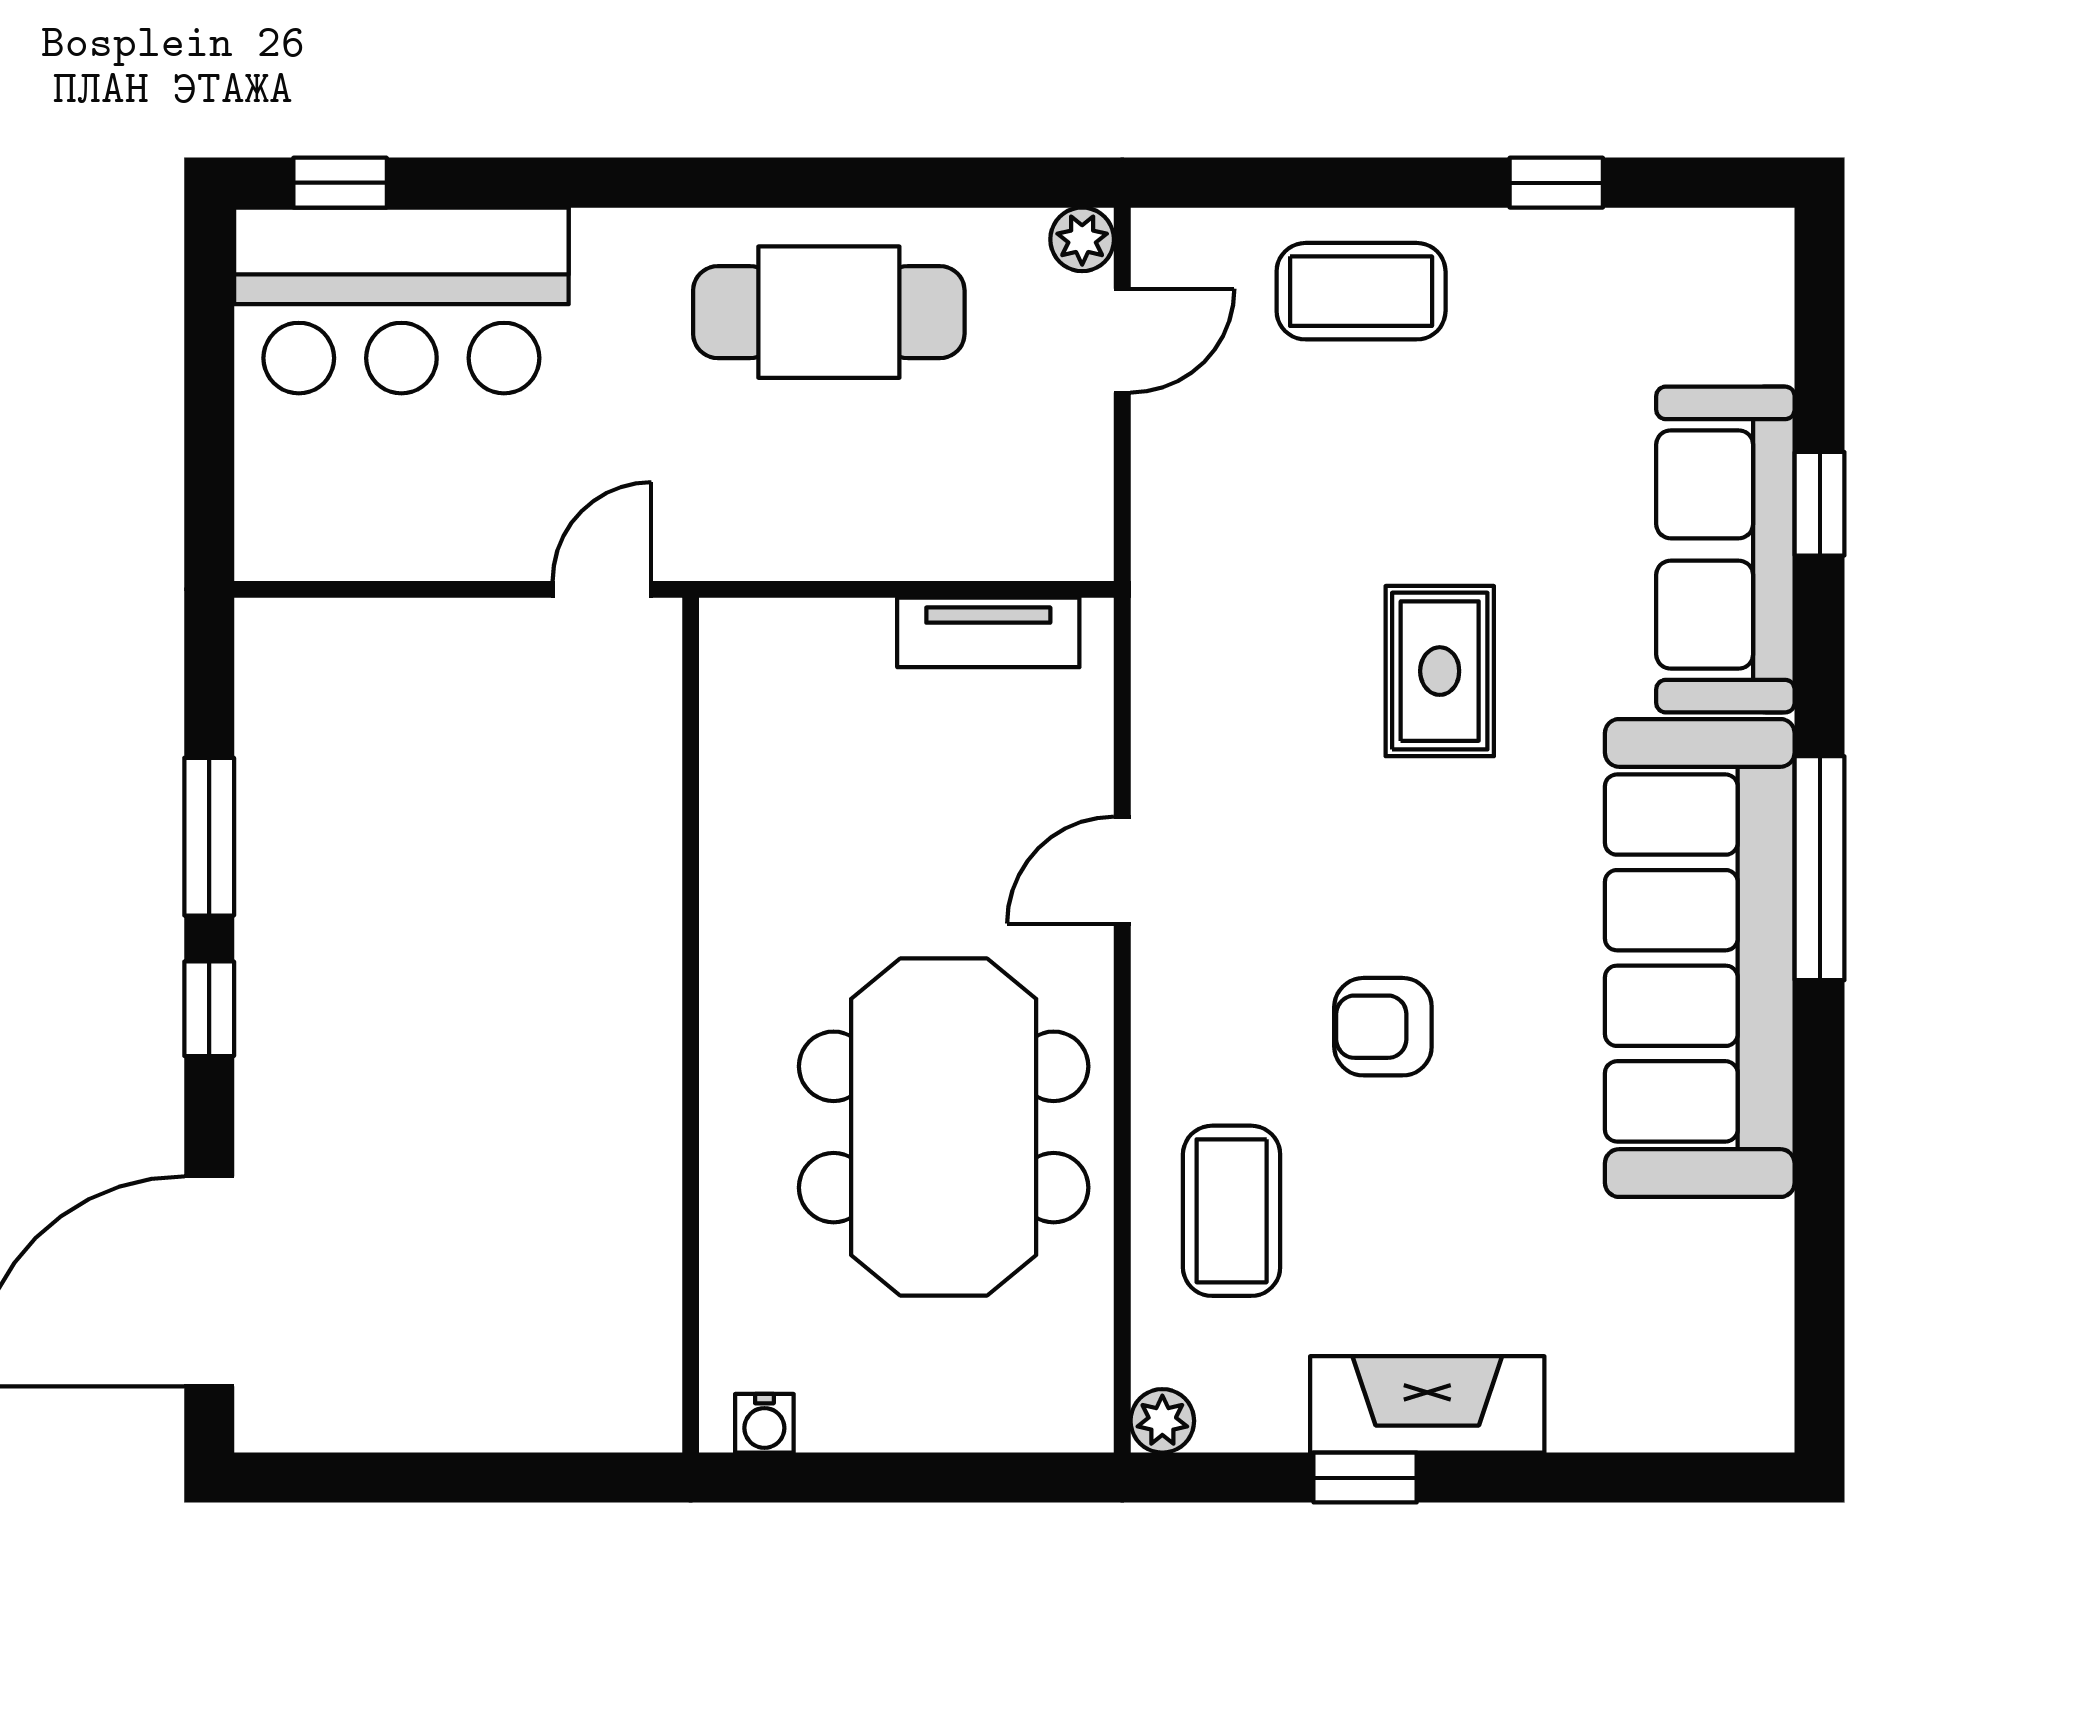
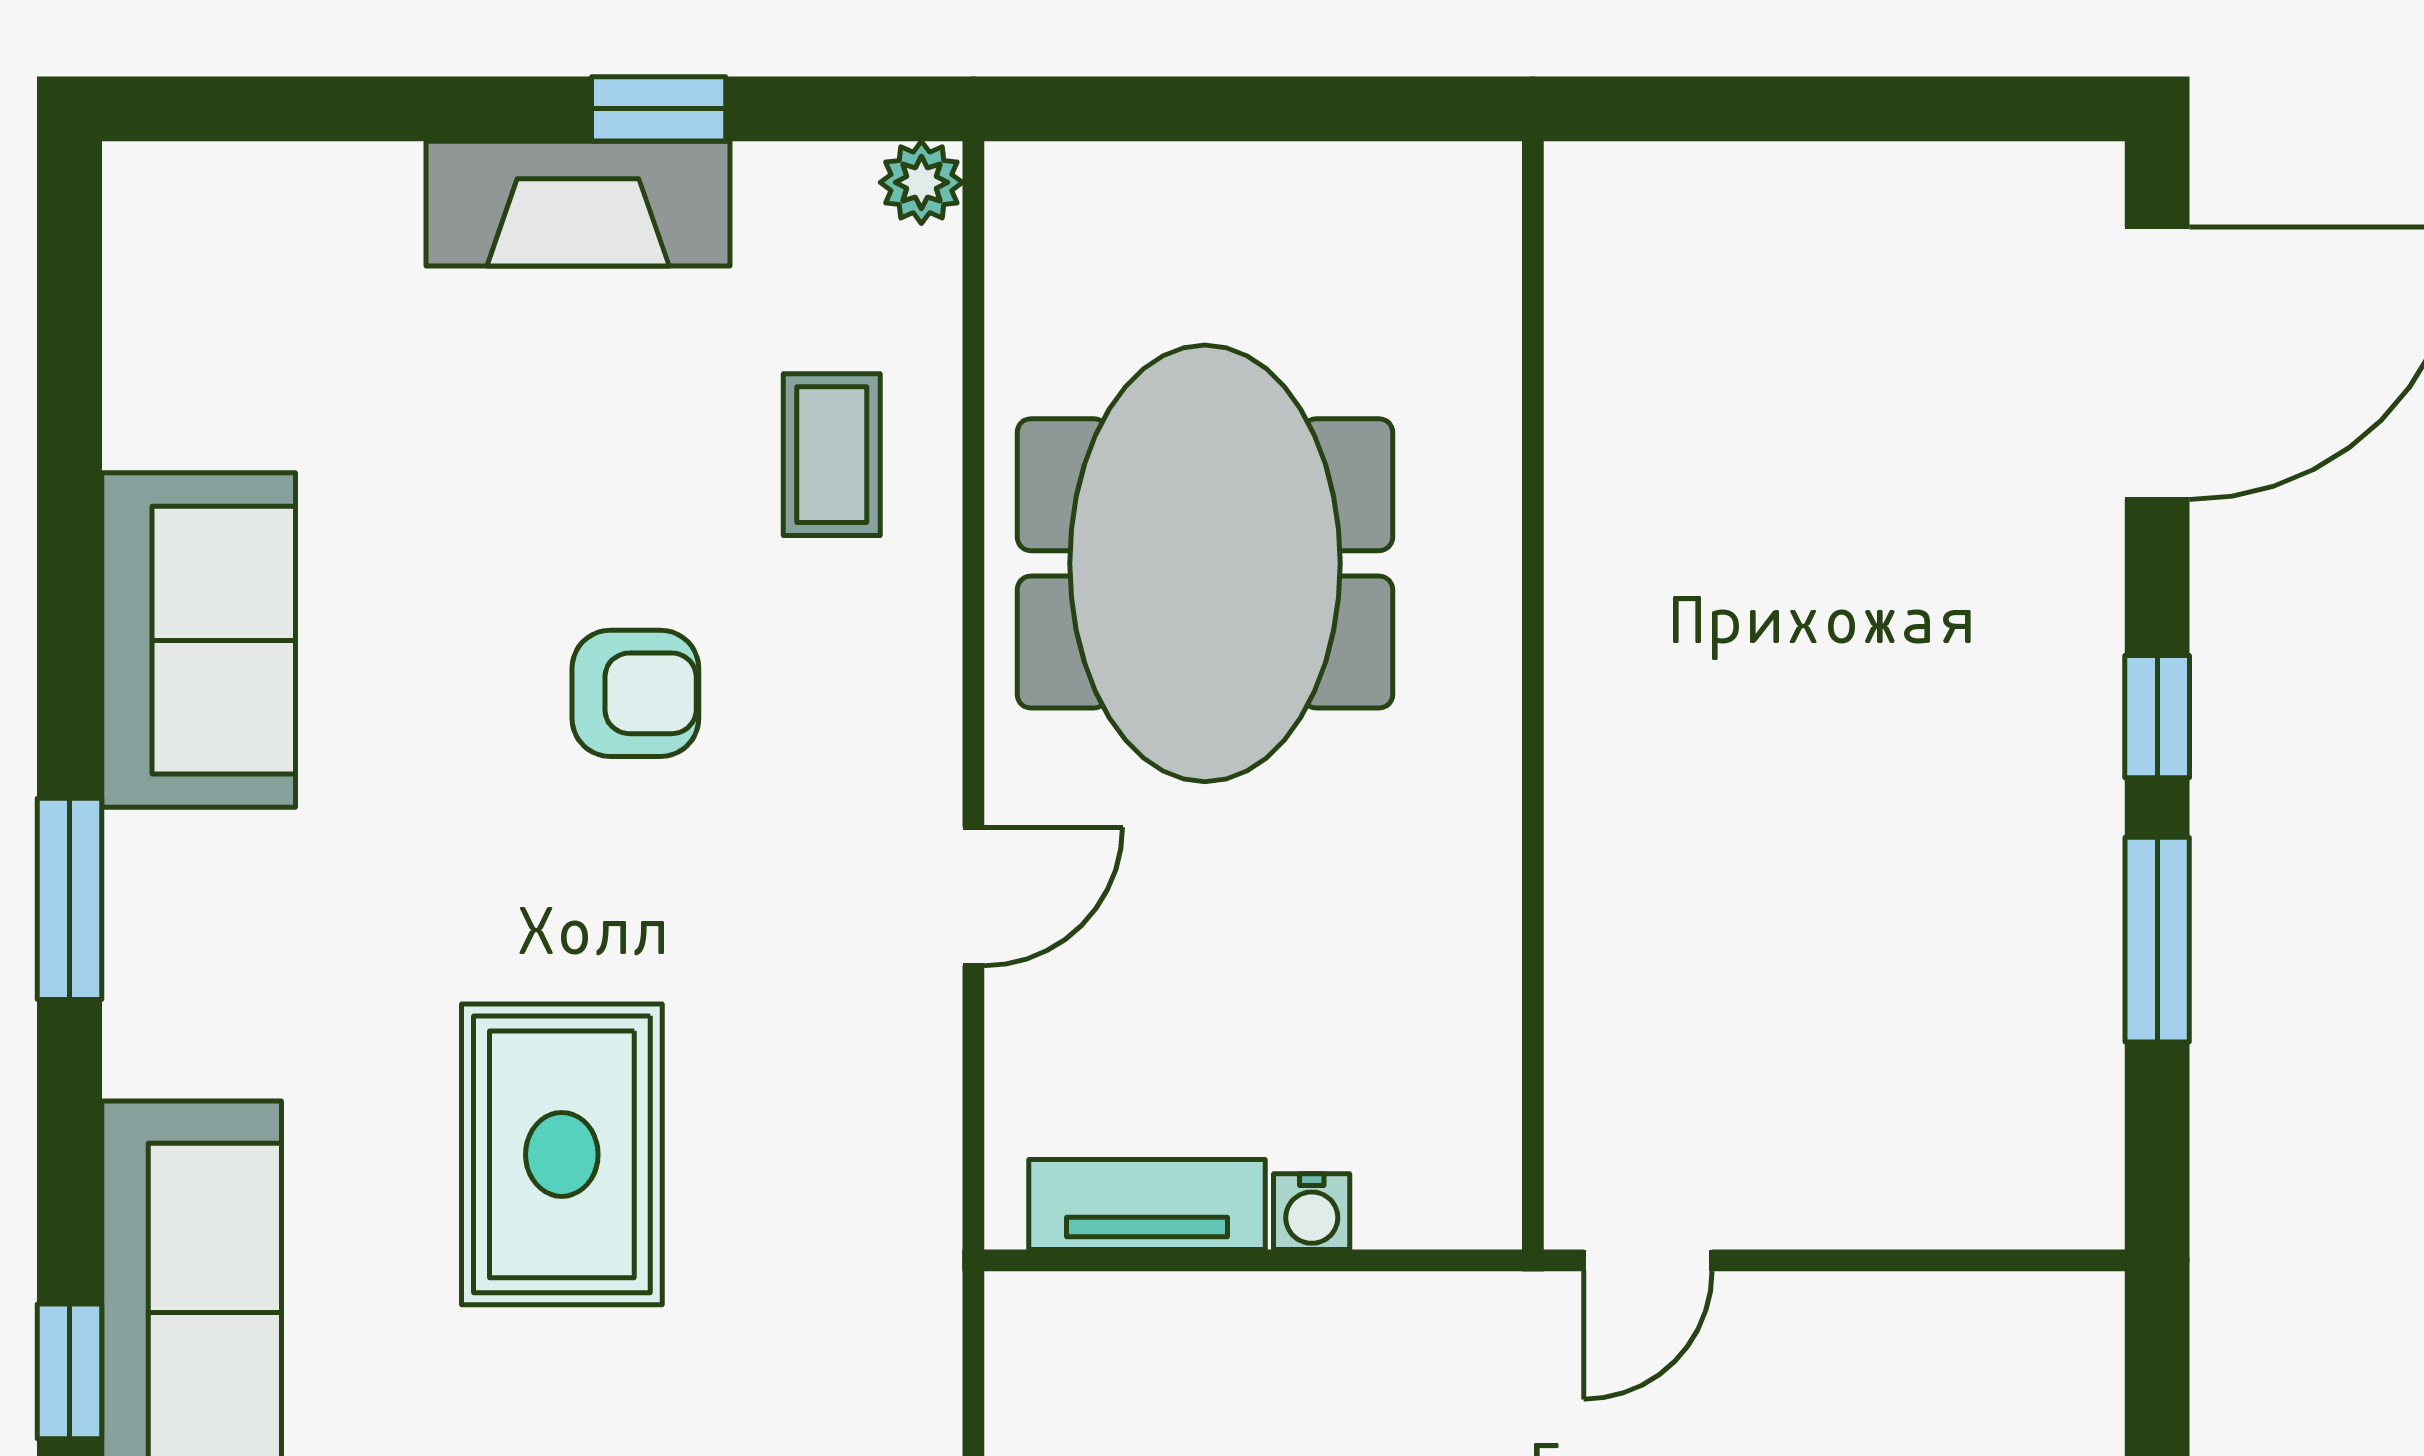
rug: (1440, 671) -> (562, 1154), width x1.36, depth x1.43
window: (1820, 868) -> (69, 899), width x0.69
sofa: (1700, 958) -> (199, 640), width x0.54, depth x0.79
coffee table: (1232, 1211) -> (832, 455), width x0.73, depth x0.77
water cooler: (764, 1423) -> (1312, 1212), moved, turned 180

